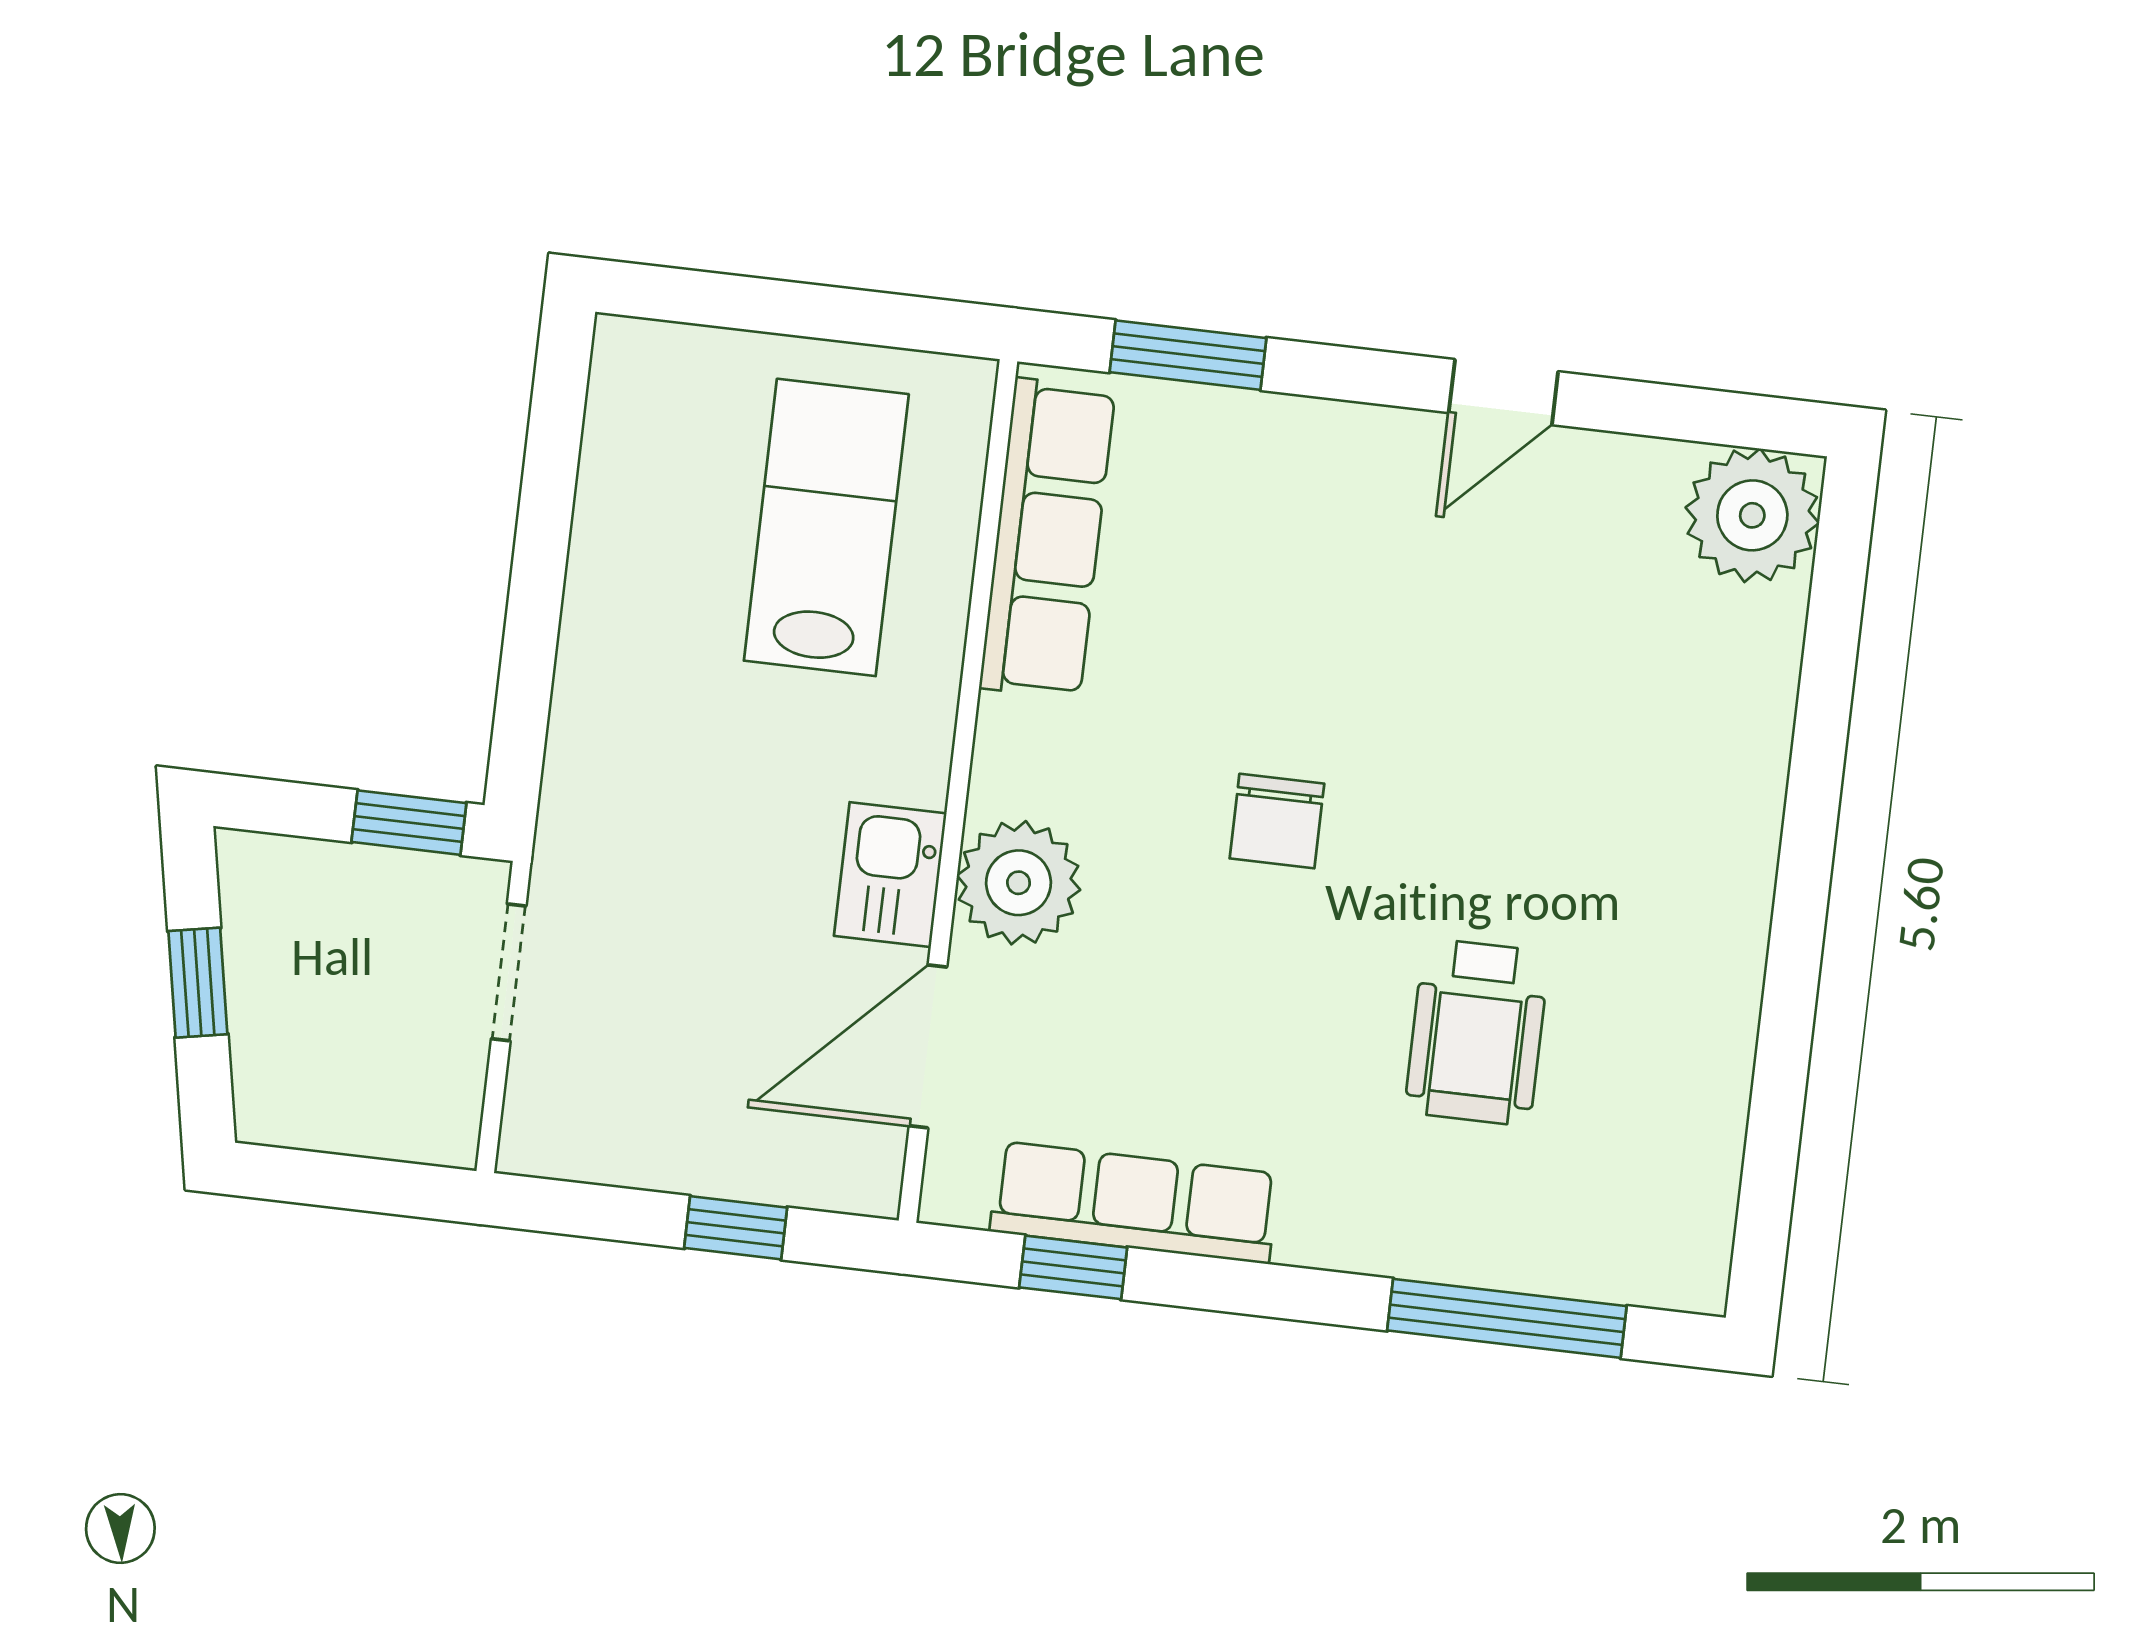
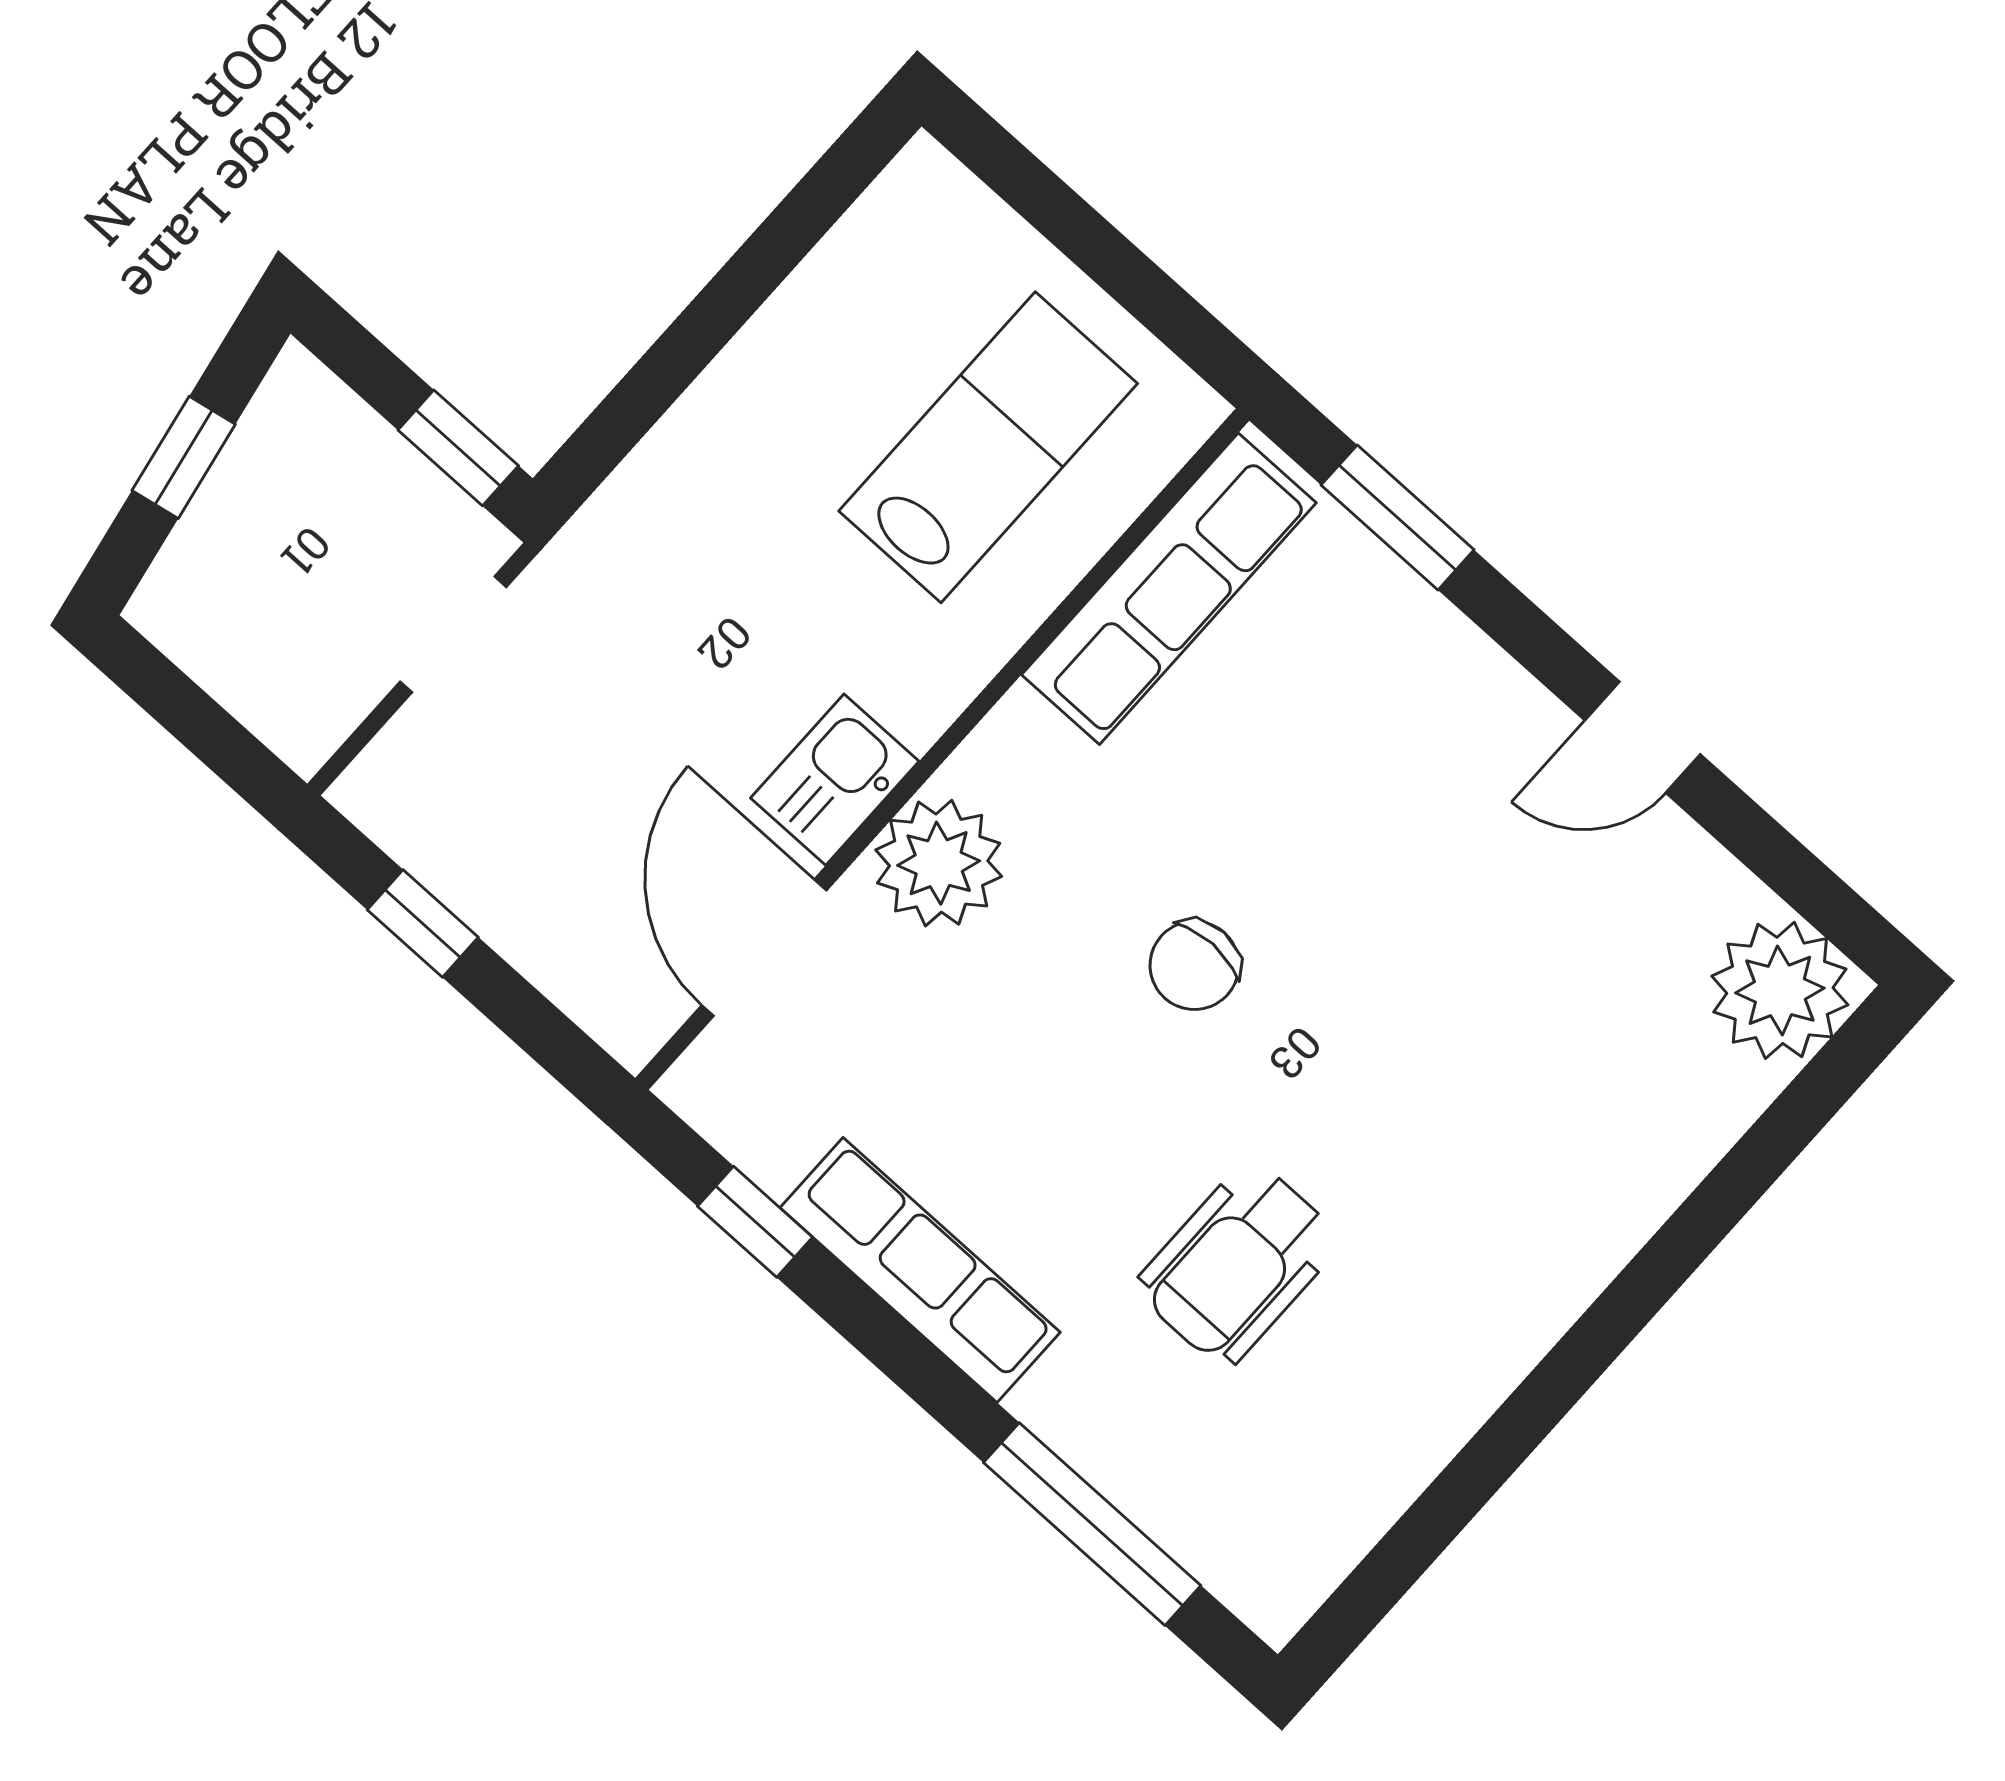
door: (928, 1046) -> (764, 948), hinge flipped
row of seats: (1134, 1202) -> (920, 1270), moved
window: (736, 1228) -> (423, 923), moved

